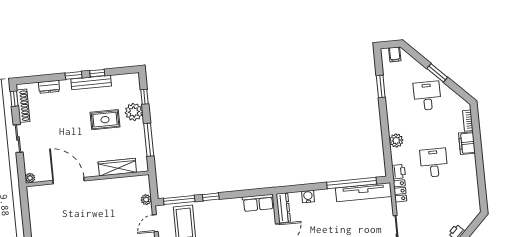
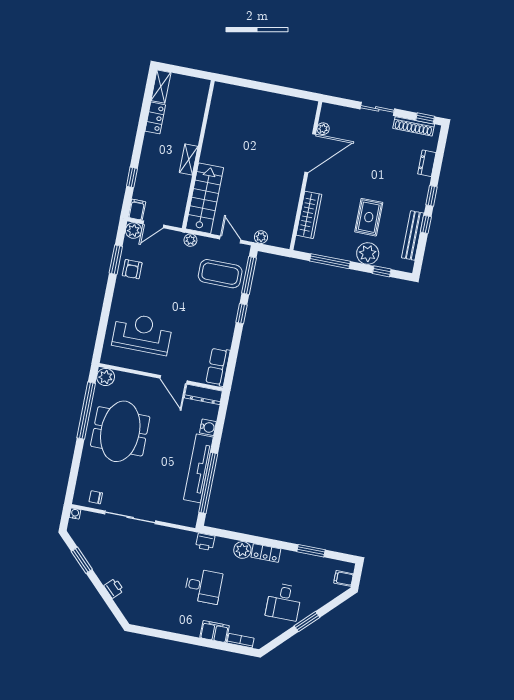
bench: (91, 82) -> (413, 235), moved
desk: (427, 96) -> (284, 602), turned 90
plant: (30, 178) -> (323, 129), moved
locker: (400, 191) -> (266, 553), moved
tv unit: (364, 192) -> (198, 468), moved

